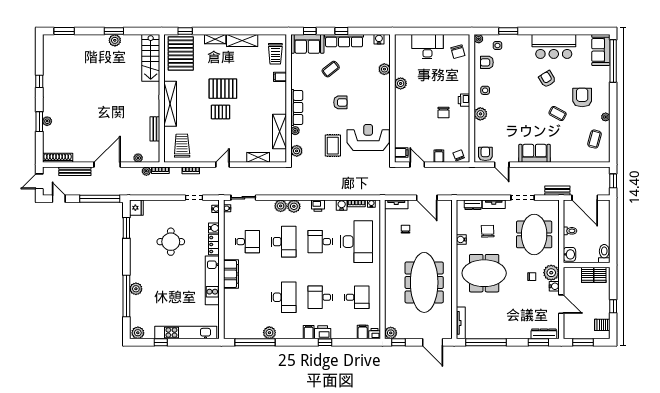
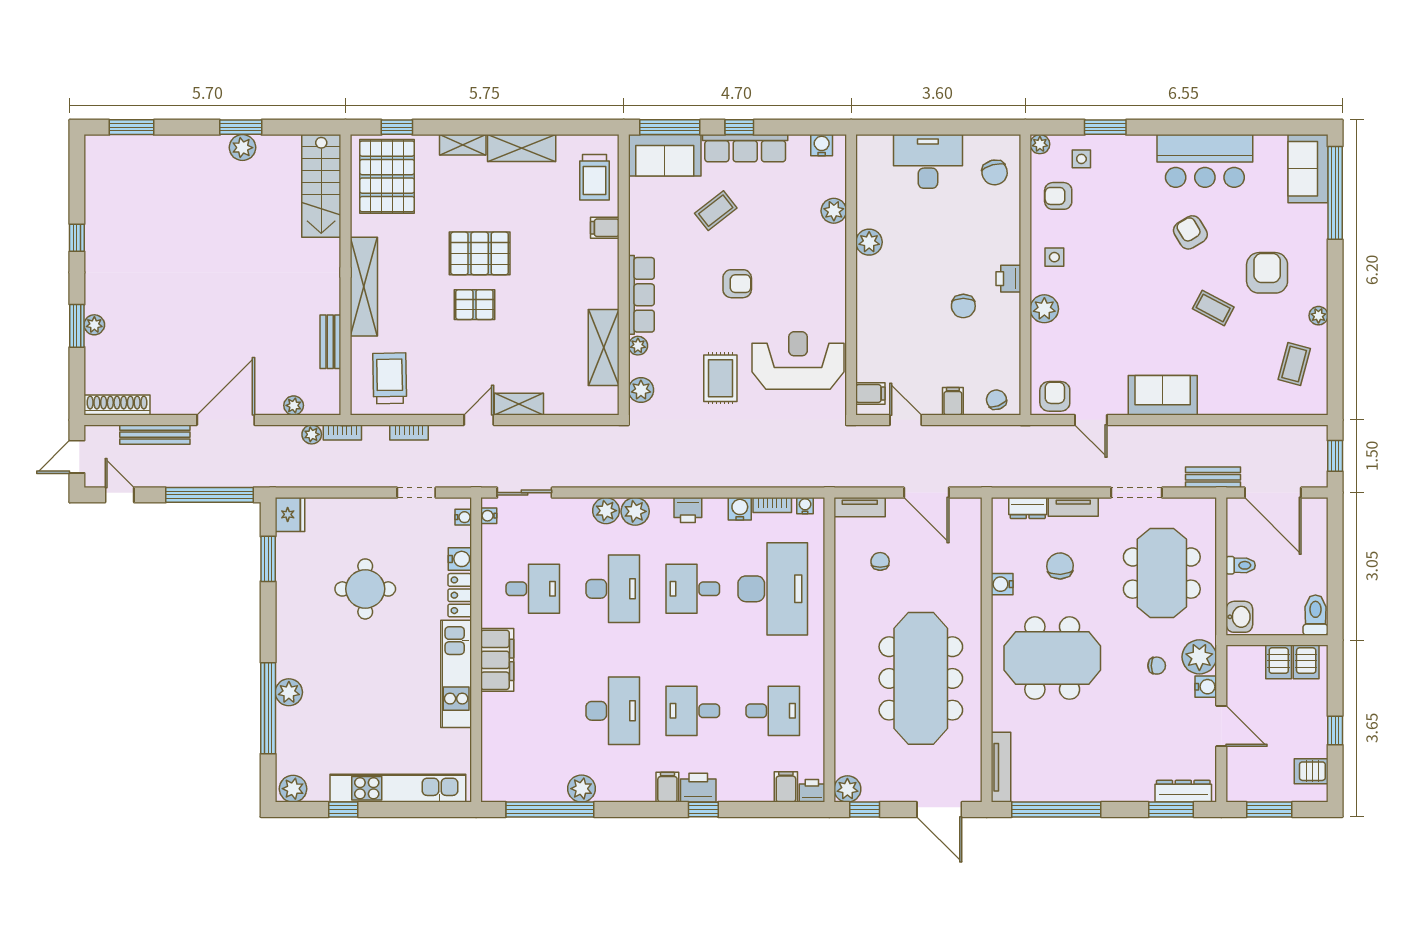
window: (310, 31) -> (670, 127), width x2.17
shelving: (258, 157) -> (519, 404), moved

